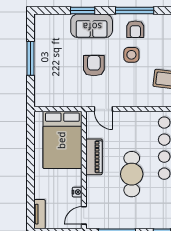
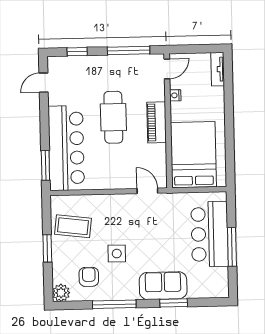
armchair: (135, 29) -> (89, 277), moved
armchair: (94, 66) -> (159, 240), removed
bar counter: (50, 70) -> (210, 234), added
piano: (94, 157) -> (157, 122), moved

